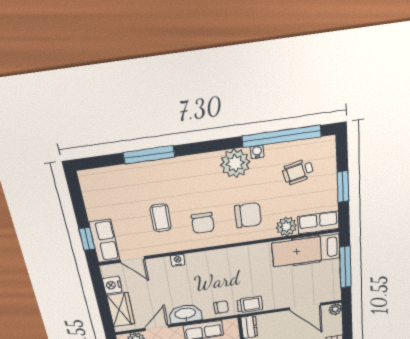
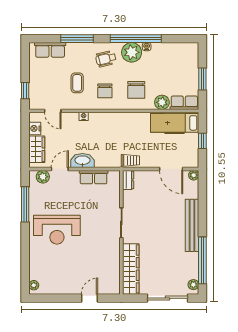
window: (282, 136) -> (136, 39), moved
wheelchair: (298, 172) -> (106, 59), moved
chair: (248, 215) -> (136, 90), turned 90
row of seats: (104, 241) -> (50, 50), moved, turned 90
window: (345, 267) -> (202, 141), width x0.46
chair: (221, 307) -> (109, 159), removed

